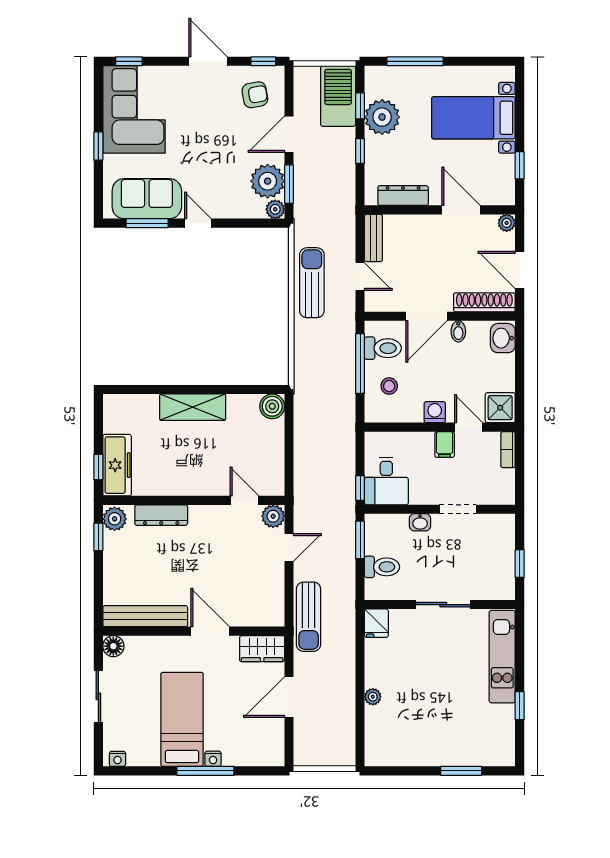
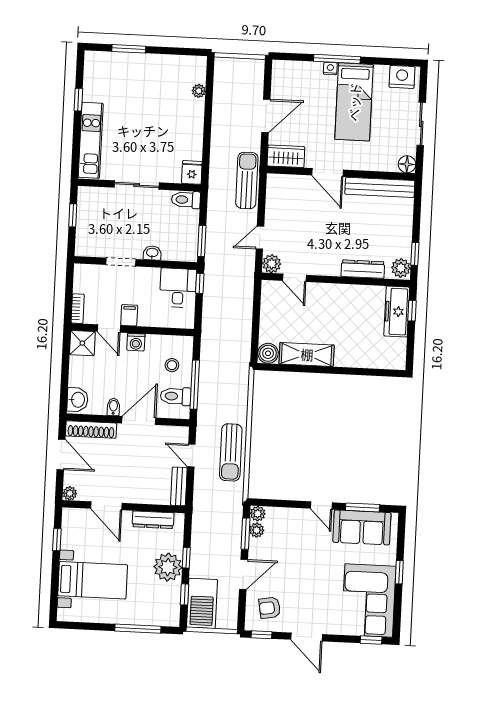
plant: (382, 117) -> (168, 567), moved
plant: (268, 181) -> (257, 530), width x0.53, depth x0.53
shelving: (193, 407) -> (307, 354), moved
toilet: (382, 567) -> (186, 200), moved
plant: (373, 697) -> (199, 91), moved
nightstand: (117, 759) -> (402, 77), width x1.89, depth x1.79

